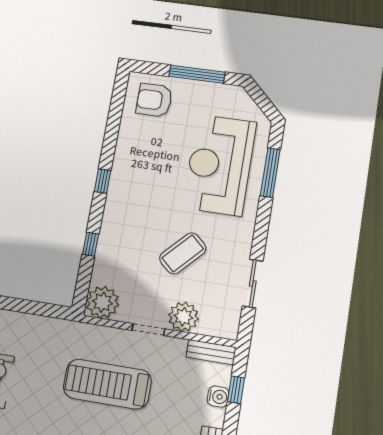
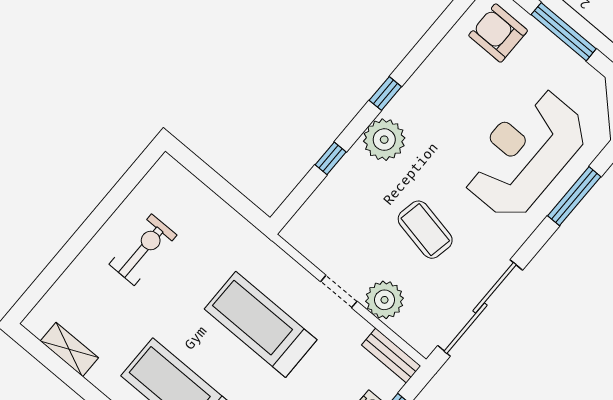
coffee table: (183, 253) -> (425, 230), turned 58
sliding door: (253, 284) -> (480, 308), width x1.86
plant: (103, 302) -> (384, 140), moved

